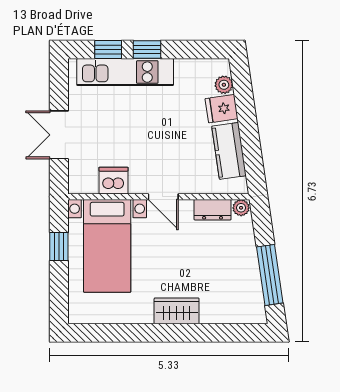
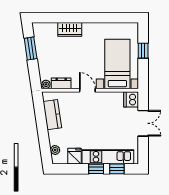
fridge: (222, 109) -> (74, 156), moved, turned -82
dishwasher: (113, 181) -> (131, 99), moved, turned 90
window: (59, 246) -> (143, 51), moved
window: (270, 275) -> (31, 48), width x0.69
wardrobe: (177, 311) -> (70, 29), moved

